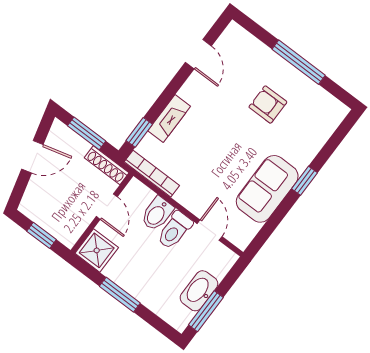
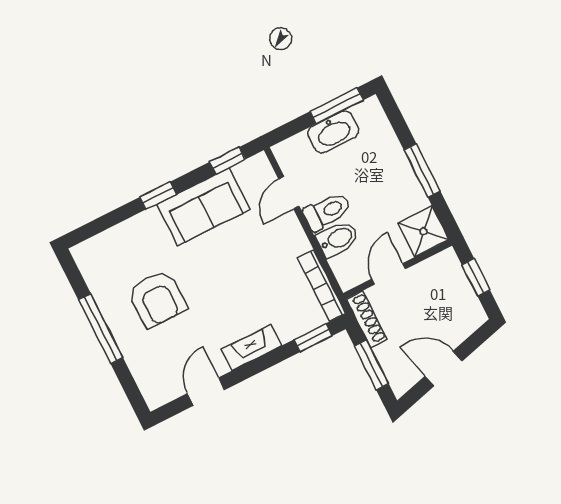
armchair: (268, 105) -> (157, 299), width x1.38, depth x1.38
fireplace: (169, 119) -> (252, 348), moved
window: (266, 231) -> (228, 161), added

